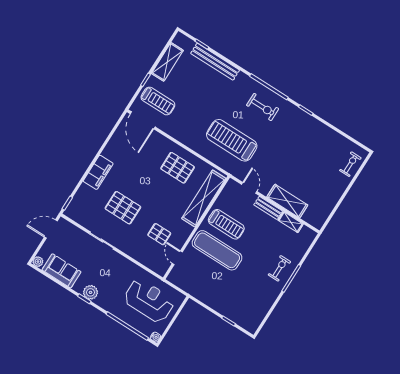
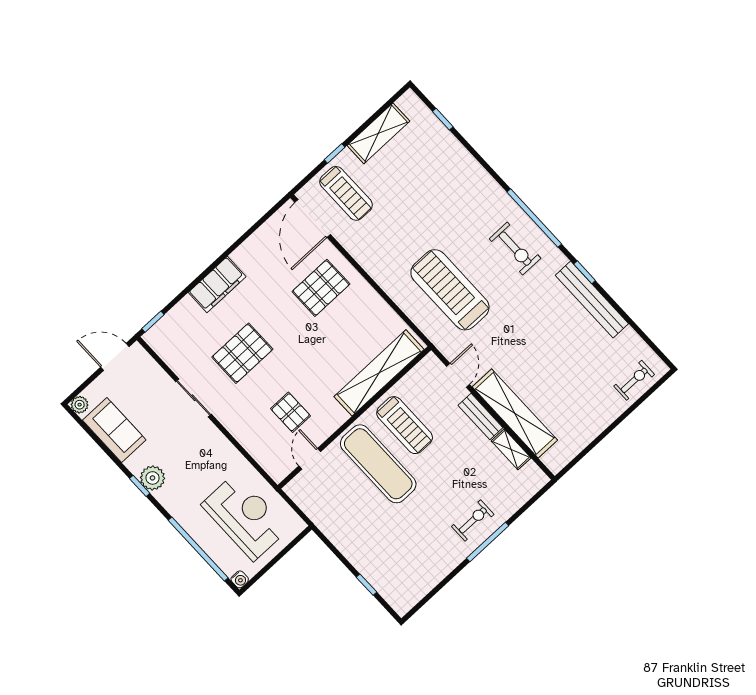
bench: (215, 62) -> (592, 299), moved
pallet: (178, 168) -> (321, 288), moved, turned 90
shelving: (287, 201) -> (515, 413), width x1.47
pallet: (123, 208) -> (242, 353), turned 90

